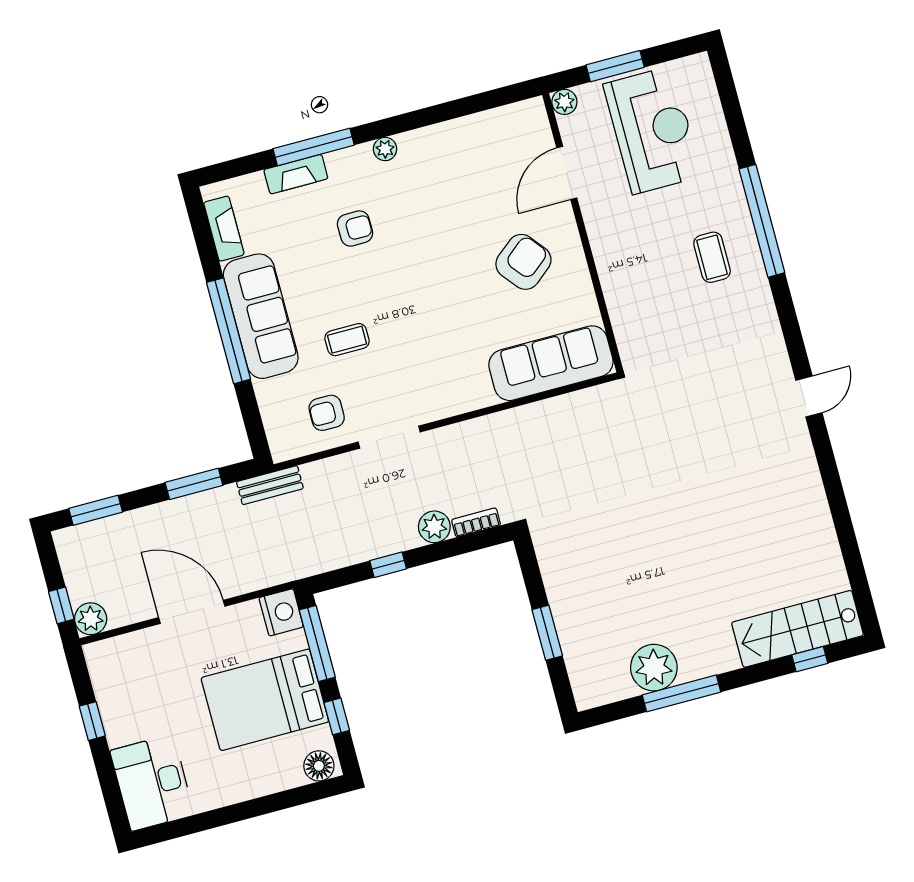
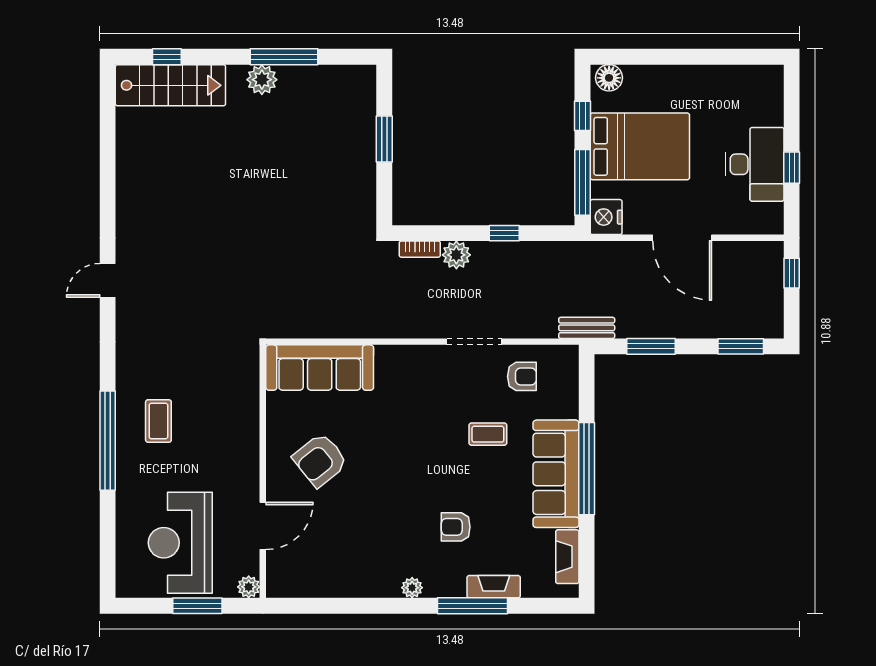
plant: (91, 619) -> (770, 255), removed
plant: (654, 668) -> (262, 80), moved, width x0.73, depth x0.73
desk: (152, 783) -> (755, 164), moved

